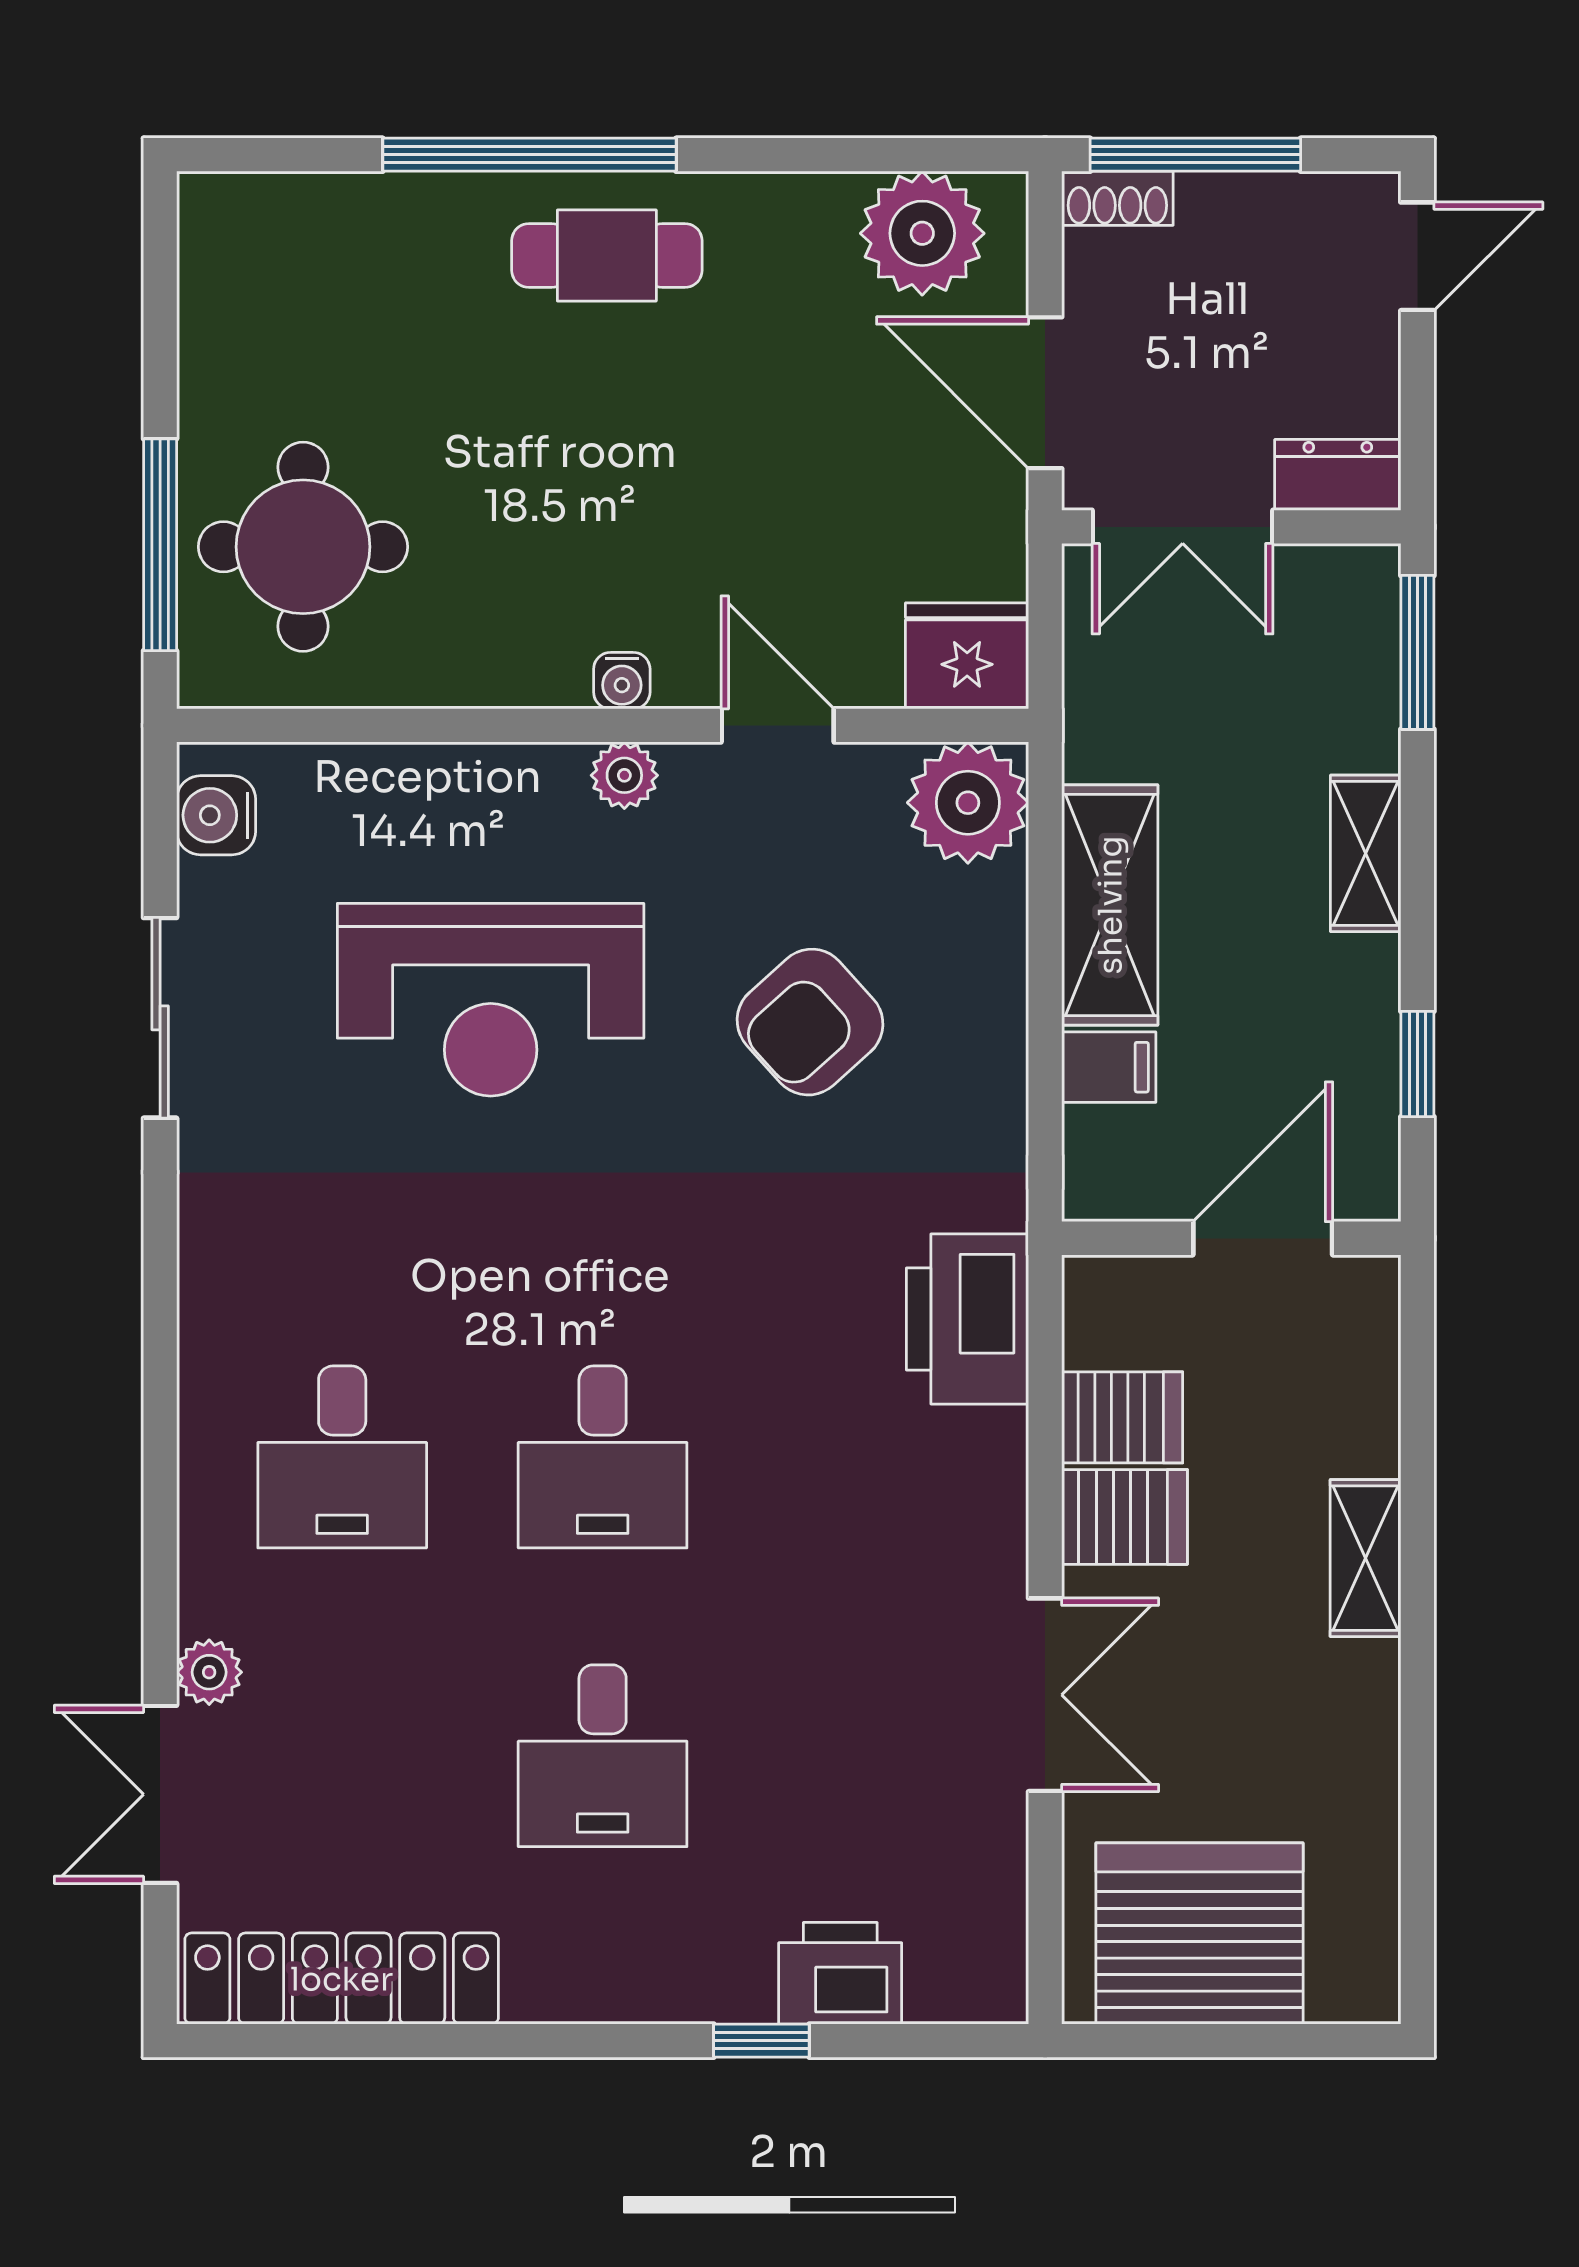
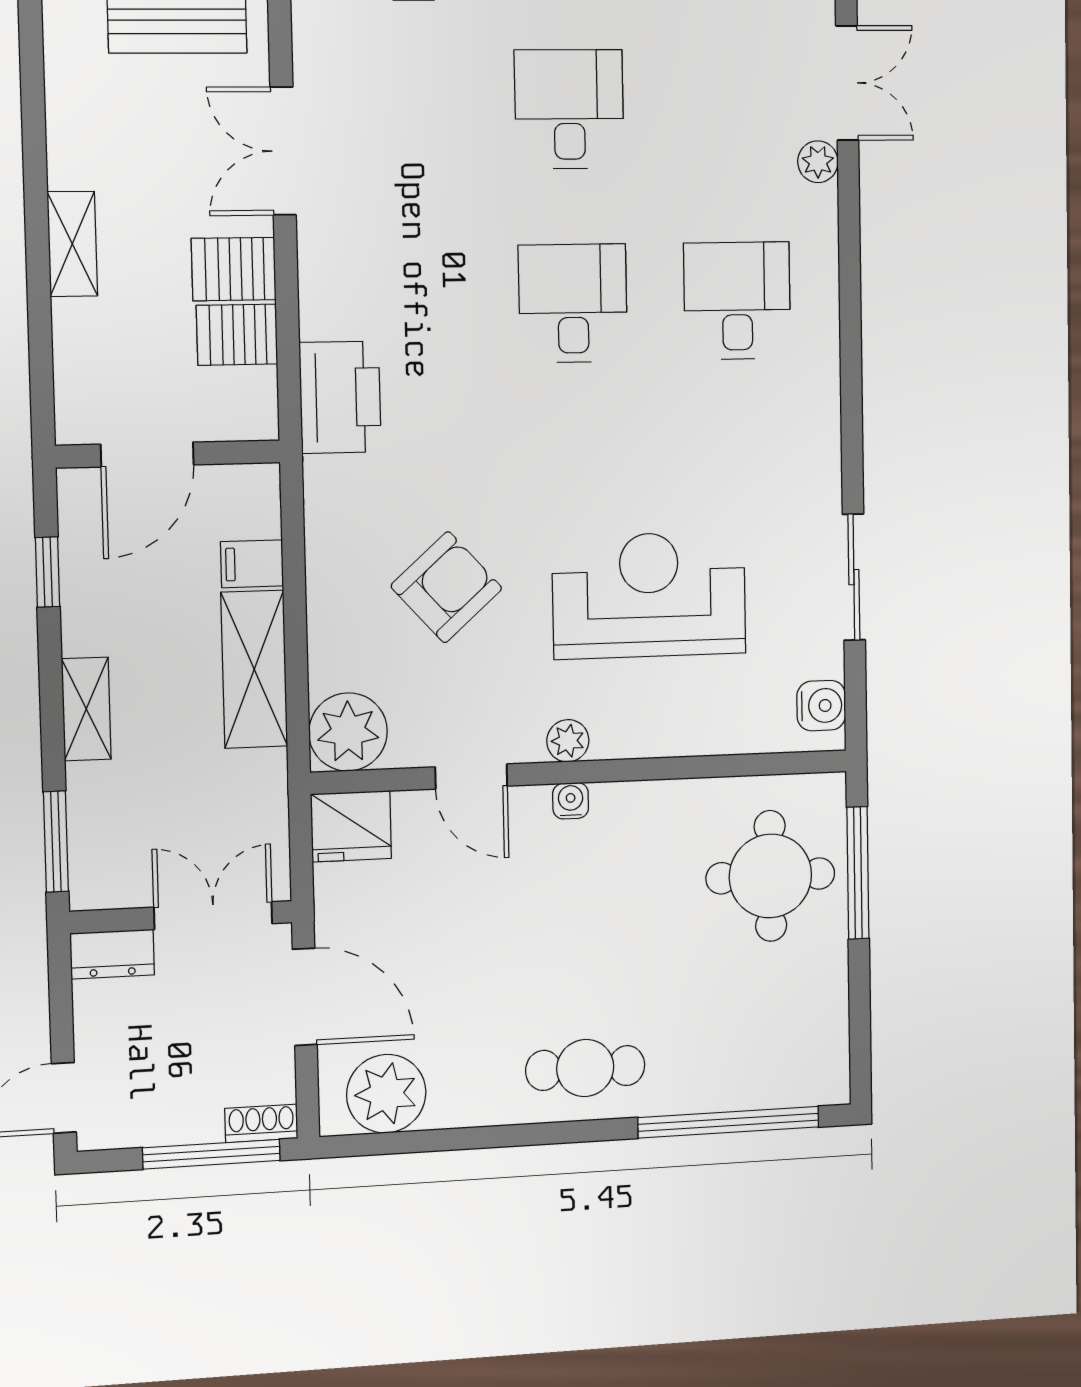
window: (529, 155) -> (729, 1122), moved

